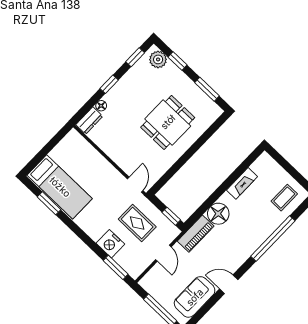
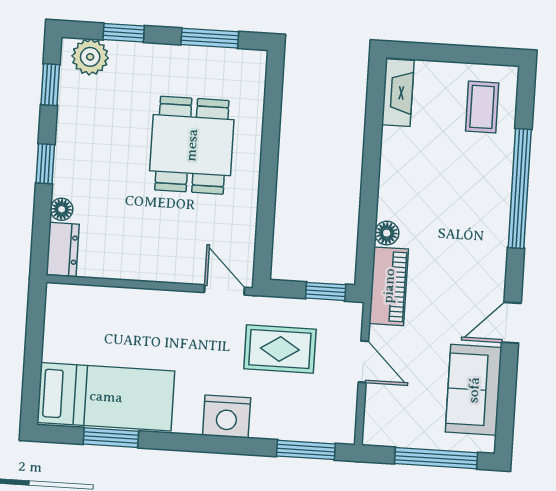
fireplace: (242, 183) -> (398, 93), moved
floor lamp: (218, 214) -> (387, 233), width x0.53, depth x0.53
nightstand: (110, 244) -> (227, 417), moved

